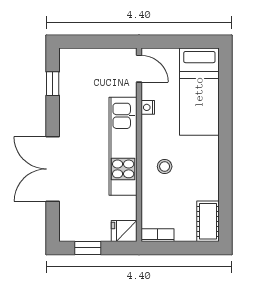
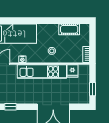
cot: (208, 221) -> (69, 29), moved
fridge: (124, 231) -> (72, 71), moved

